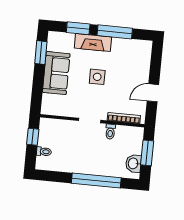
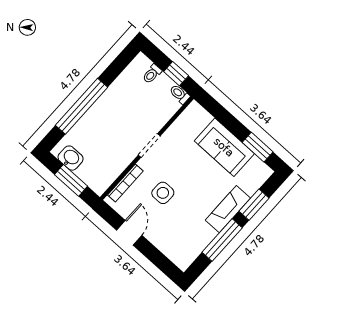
side table: (97, 77) -> (163, 193), moved
toilet: (110, 132) -> (180, 94), moved

